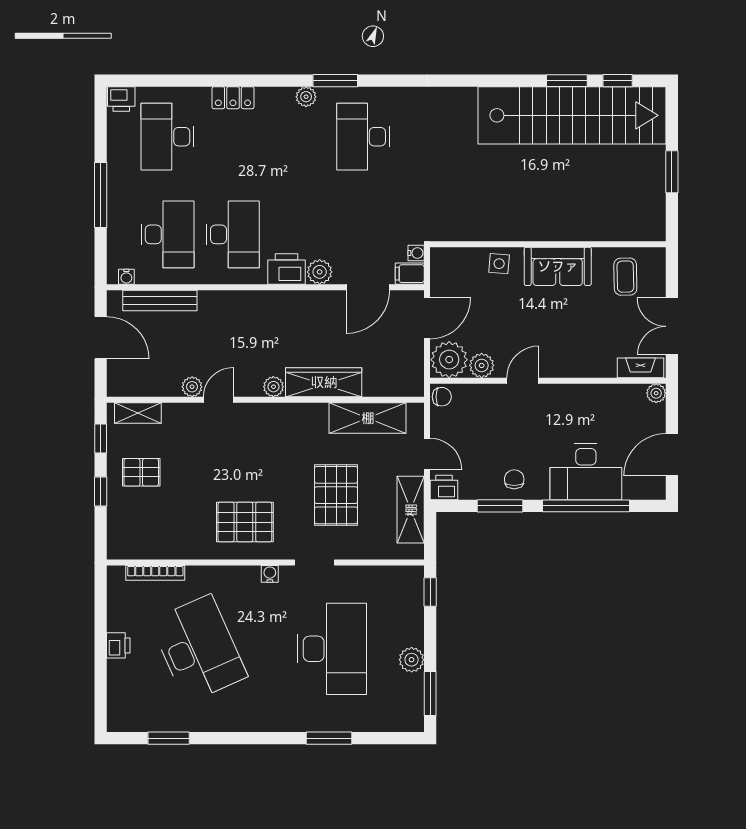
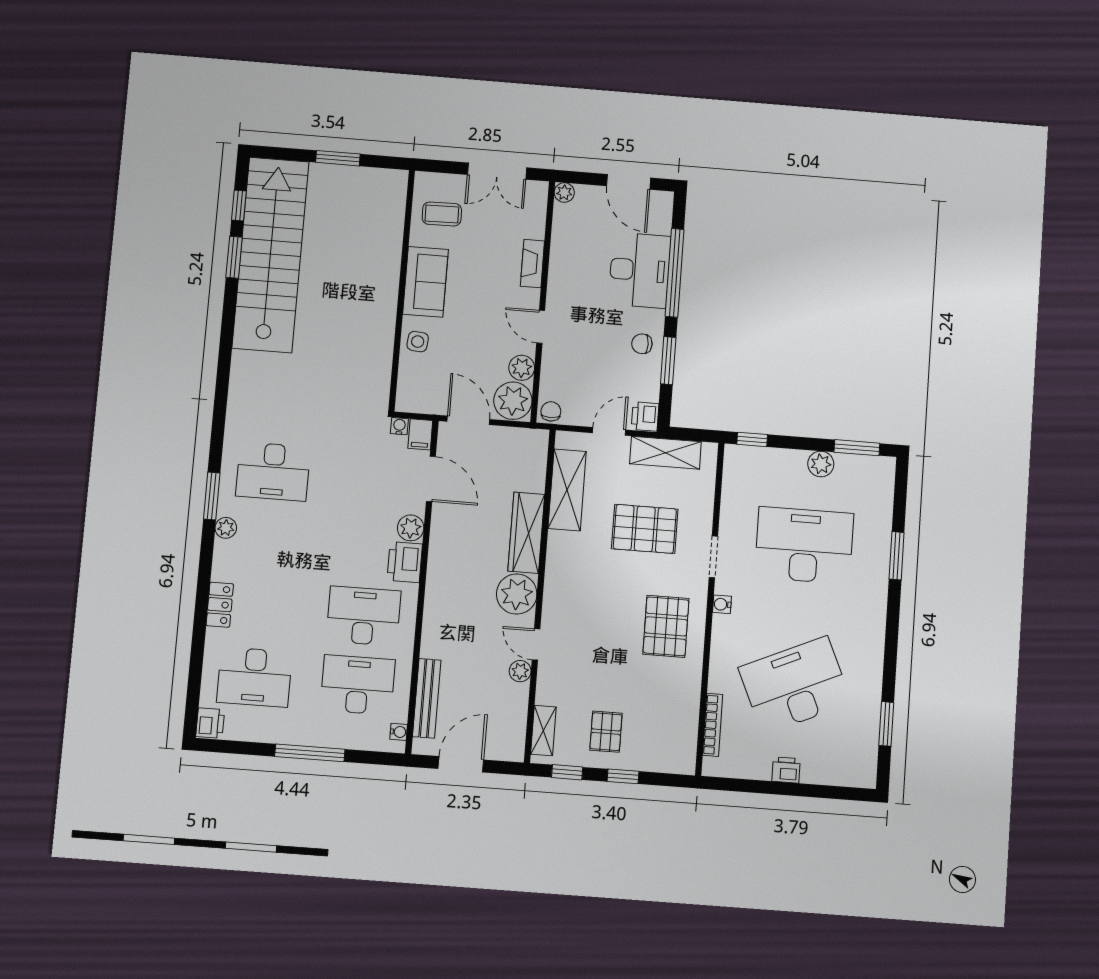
fireplace: (641, 368) -> (532, 264), moved
plant: (273, 387) -> (517, 594), width x1.87, depth x1.87

